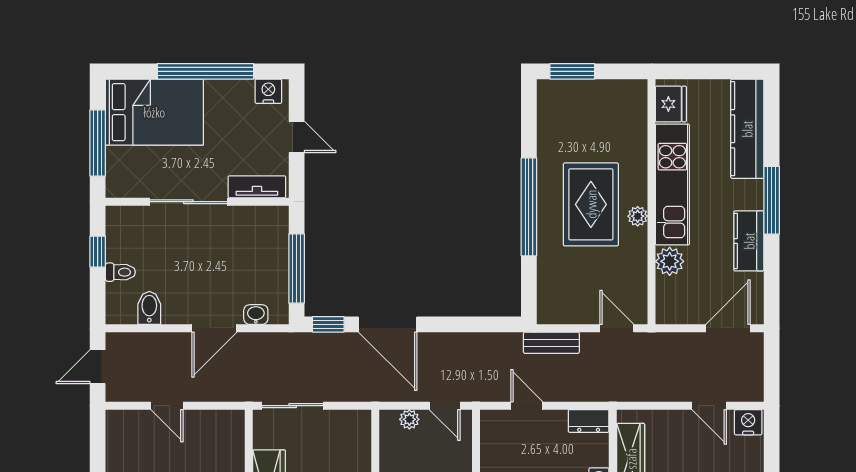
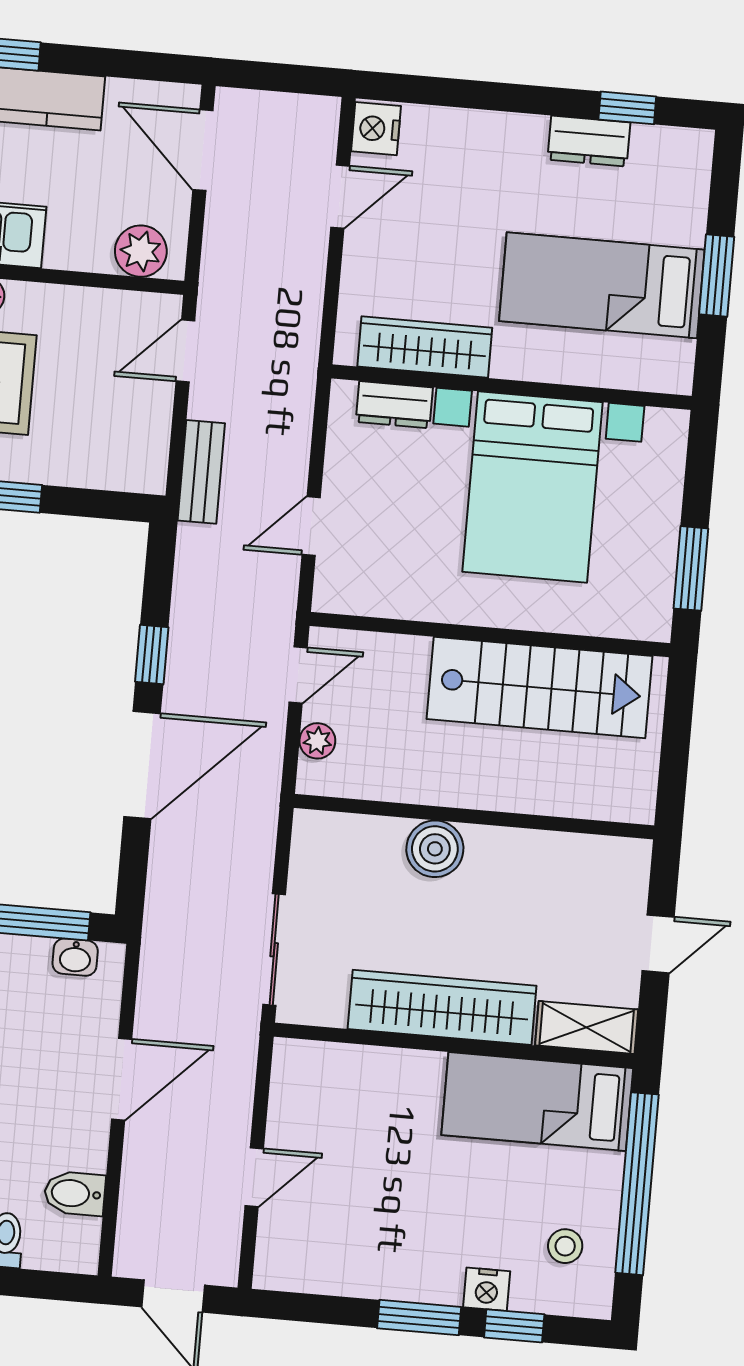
plant: (670, 261) -> (141, 251), moved
washbasin: (256, 315) -> (75, 957), moved, turned -90
window: (328, 324) -> (152, 655), moved
door: (214, 328) -> (122, 1079), hinge flipped
dresser: (589, 421) -> (394, 405), moved, turned 90

